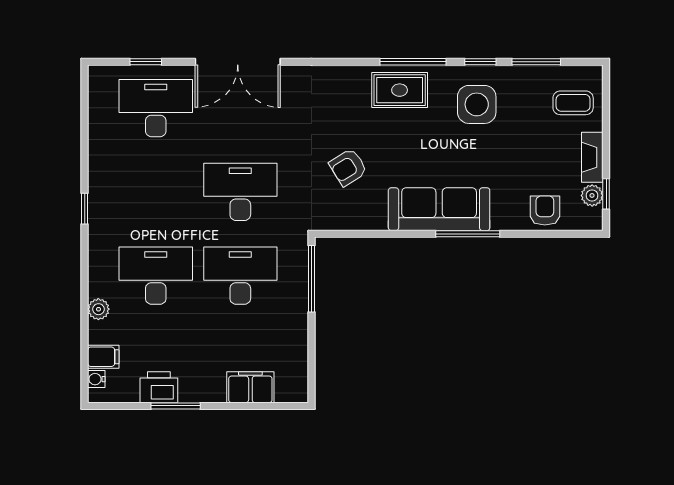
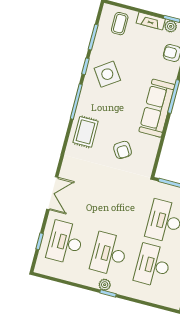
double door: (238, 62) -> (52, 193), width x0.73
rug: (400, 90) -> (86, 132), moved
side table: (477, 104) -> (107, 74), turned -35
desk: (240, 192) -> (109, 254), moved
plant: (98, 309) -> (105, 285), moved

